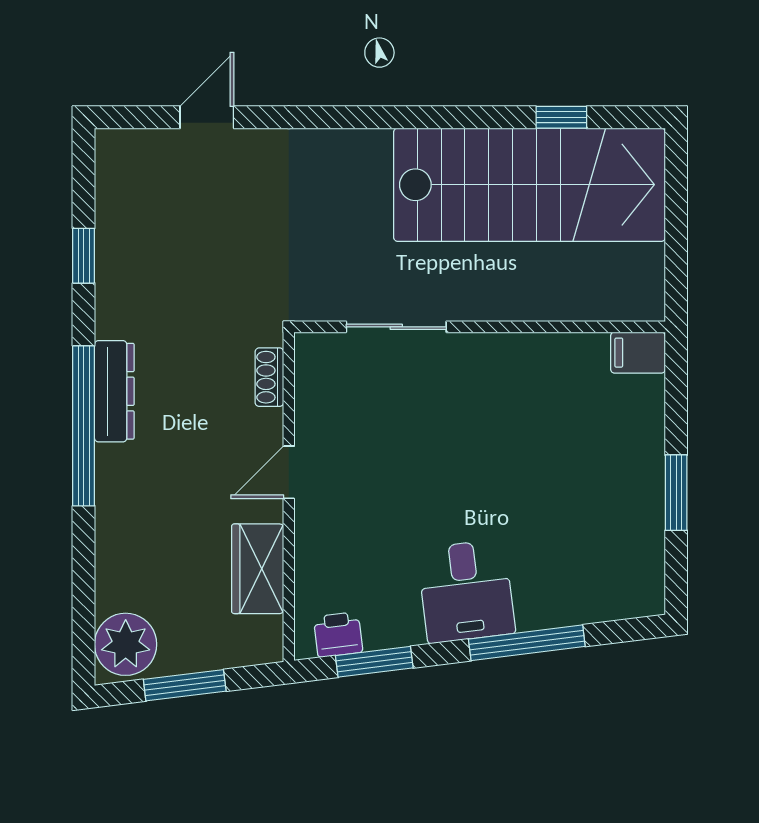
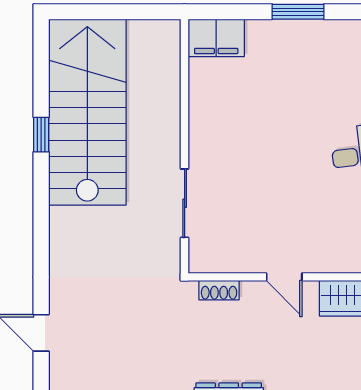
window: (561, 117) -> (41, 135), moved
filing cabinet: (638, 353) -> (216, 38), width x2.00

